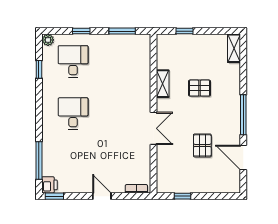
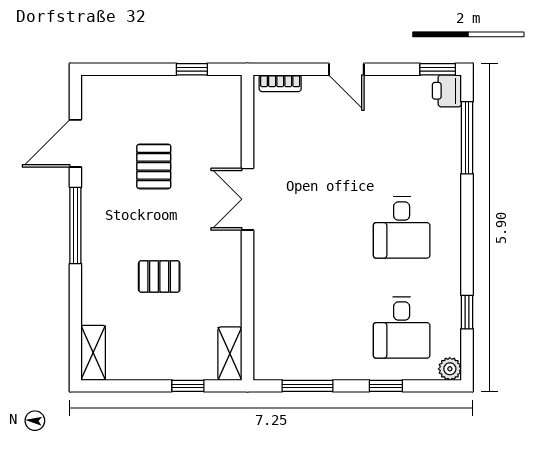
shelving: (163, 84) -> (230, 354), moved
door: (243, 158) -> (75, 143), swing flipped

